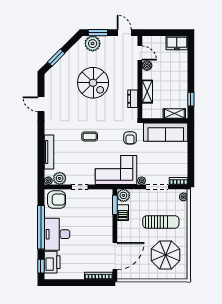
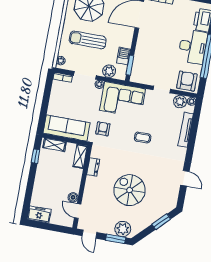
shelving: (147, 92) -> (80, 156), moved
plant: (123, 195) -> (109, 71), moved
armchair: (57, 200) -> (187, 81), turned 90

